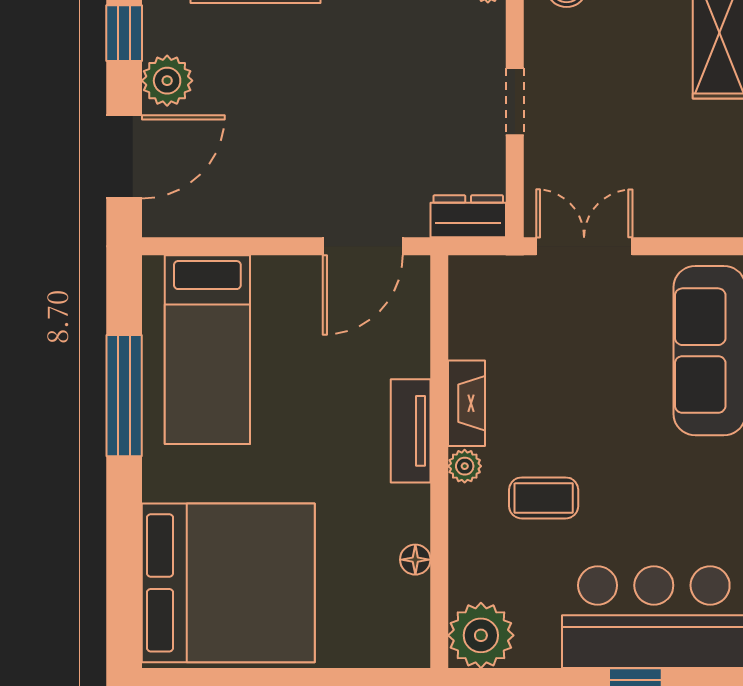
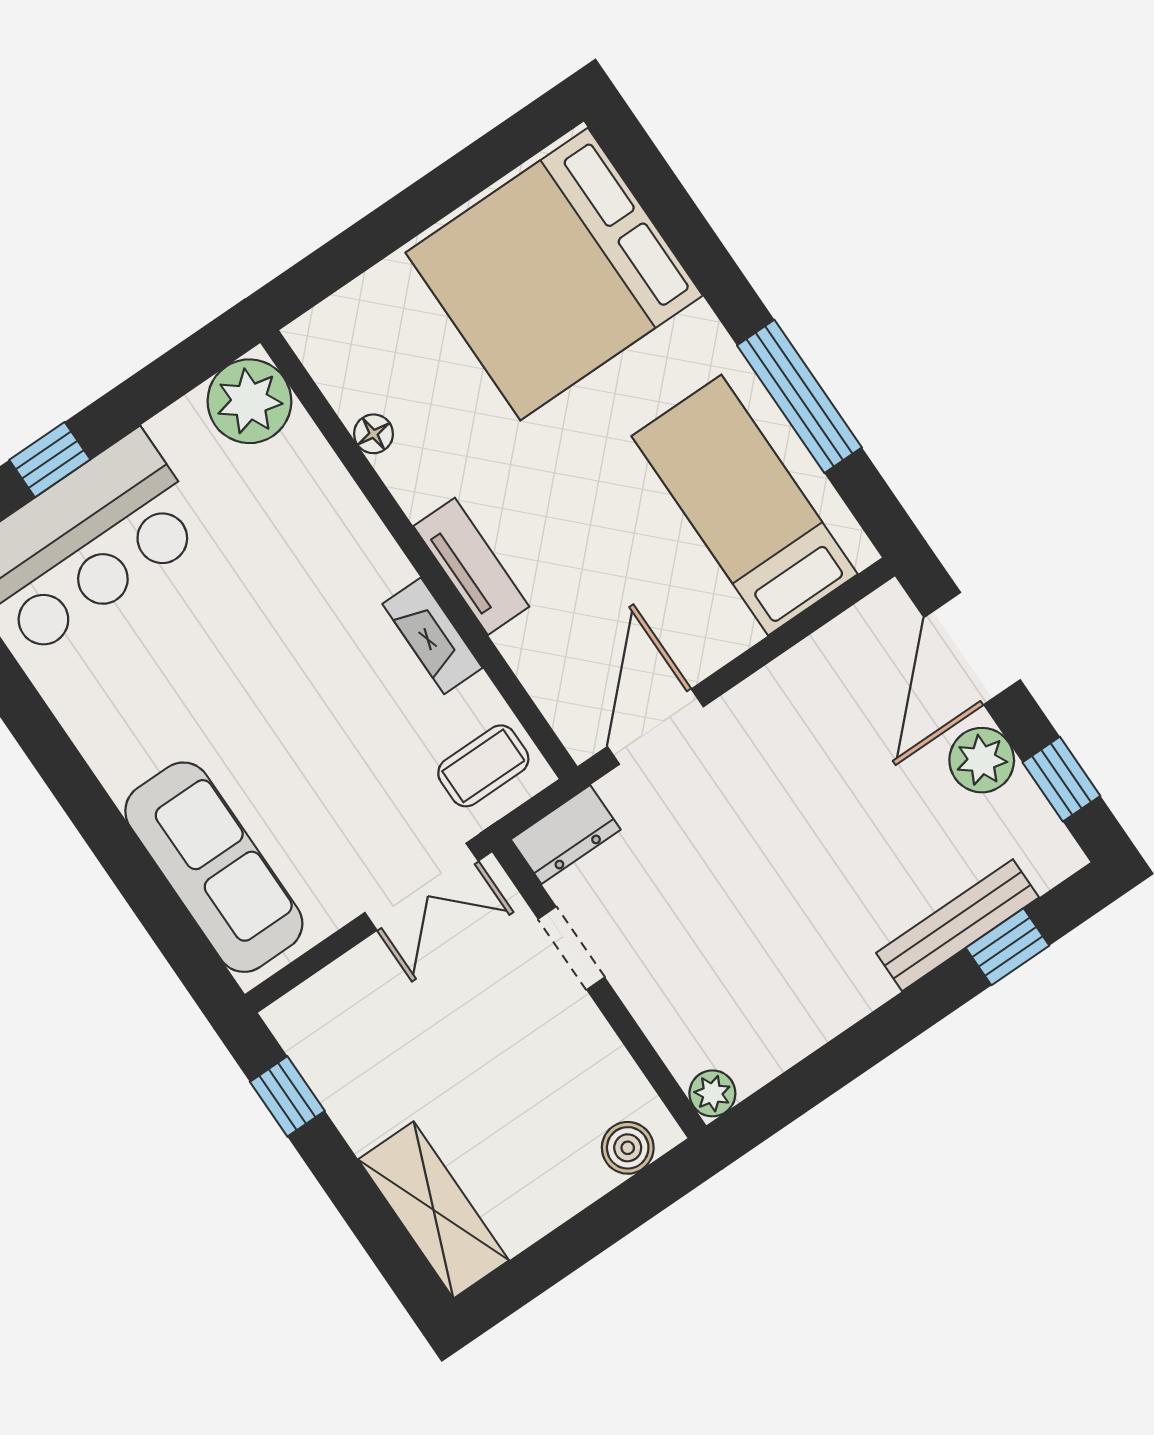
doorway: (515, 101) -> (571, 948), moved
plant: (465, 466) -> (389, 568), removed
coffee table: (544, 498) -> (483, 766), moved

